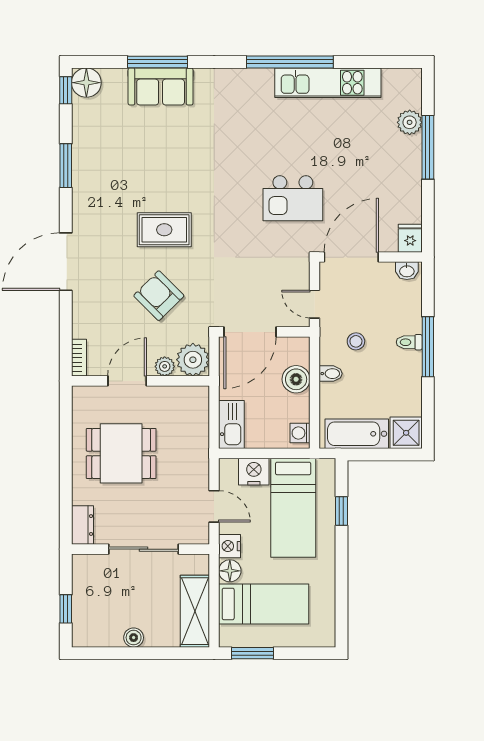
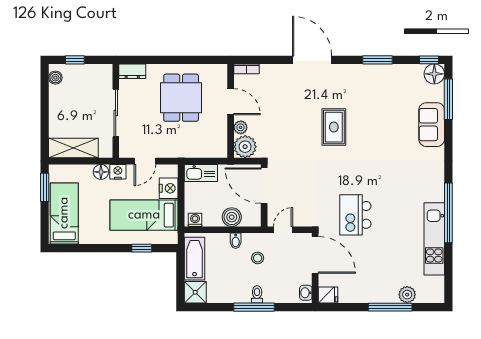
window: (158, 62) -> (448, 99), moved
armchair: (159, 296) -> (289, 123), removed
bed: (264, 604) -> (64, 213), moved, turned 180
boiler: (134, 638) -> (55, 78), moved

